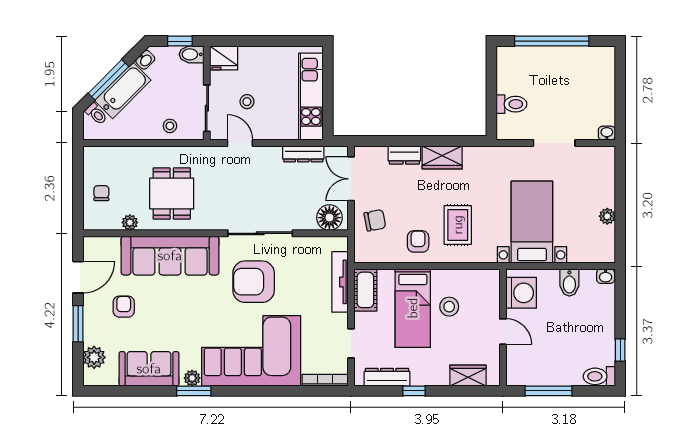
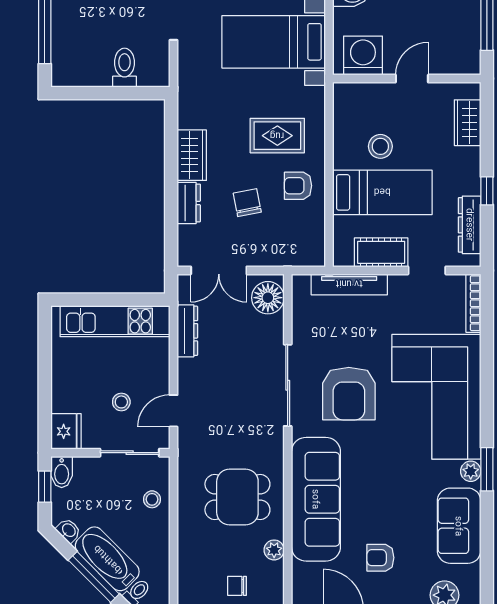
chair: (375, 220) -> (247, 203), moved
cot: (365, 290) -> (381, 252), moved

